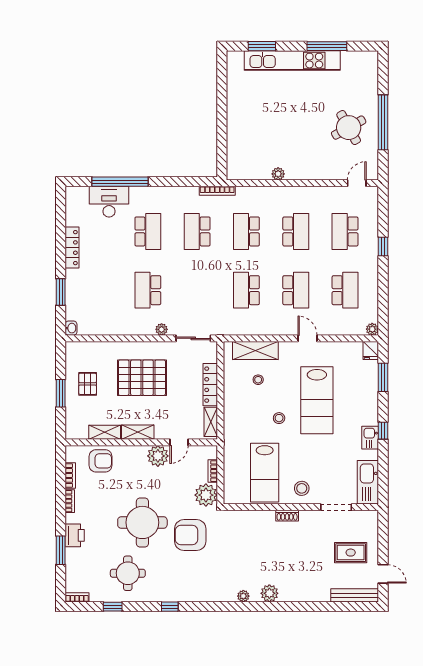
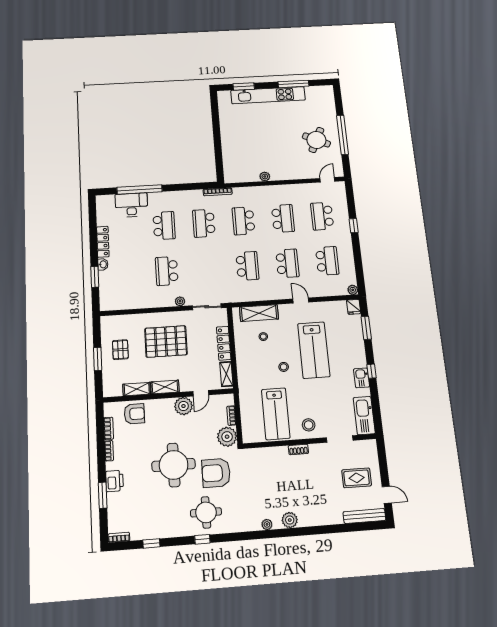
round table: (349, 128) -> (316, 140), turned -36
school desk: (246, 290) -> (247, 266), turned 180
washbasin: (71, 328) -> (103, 264), moved
round table: (128, 573) -> (206, 512), moved

